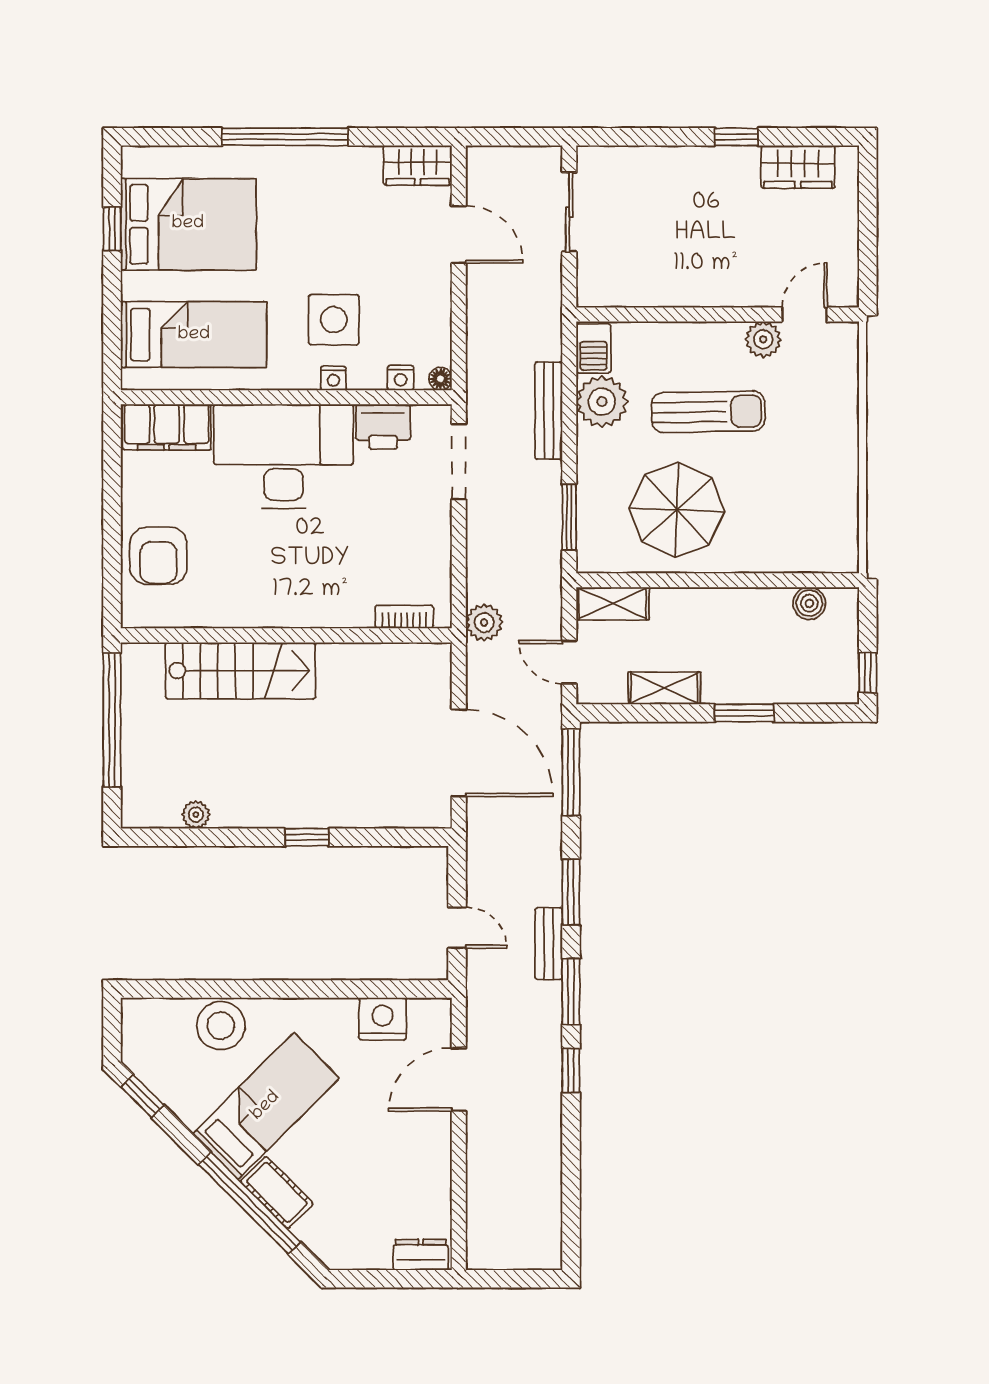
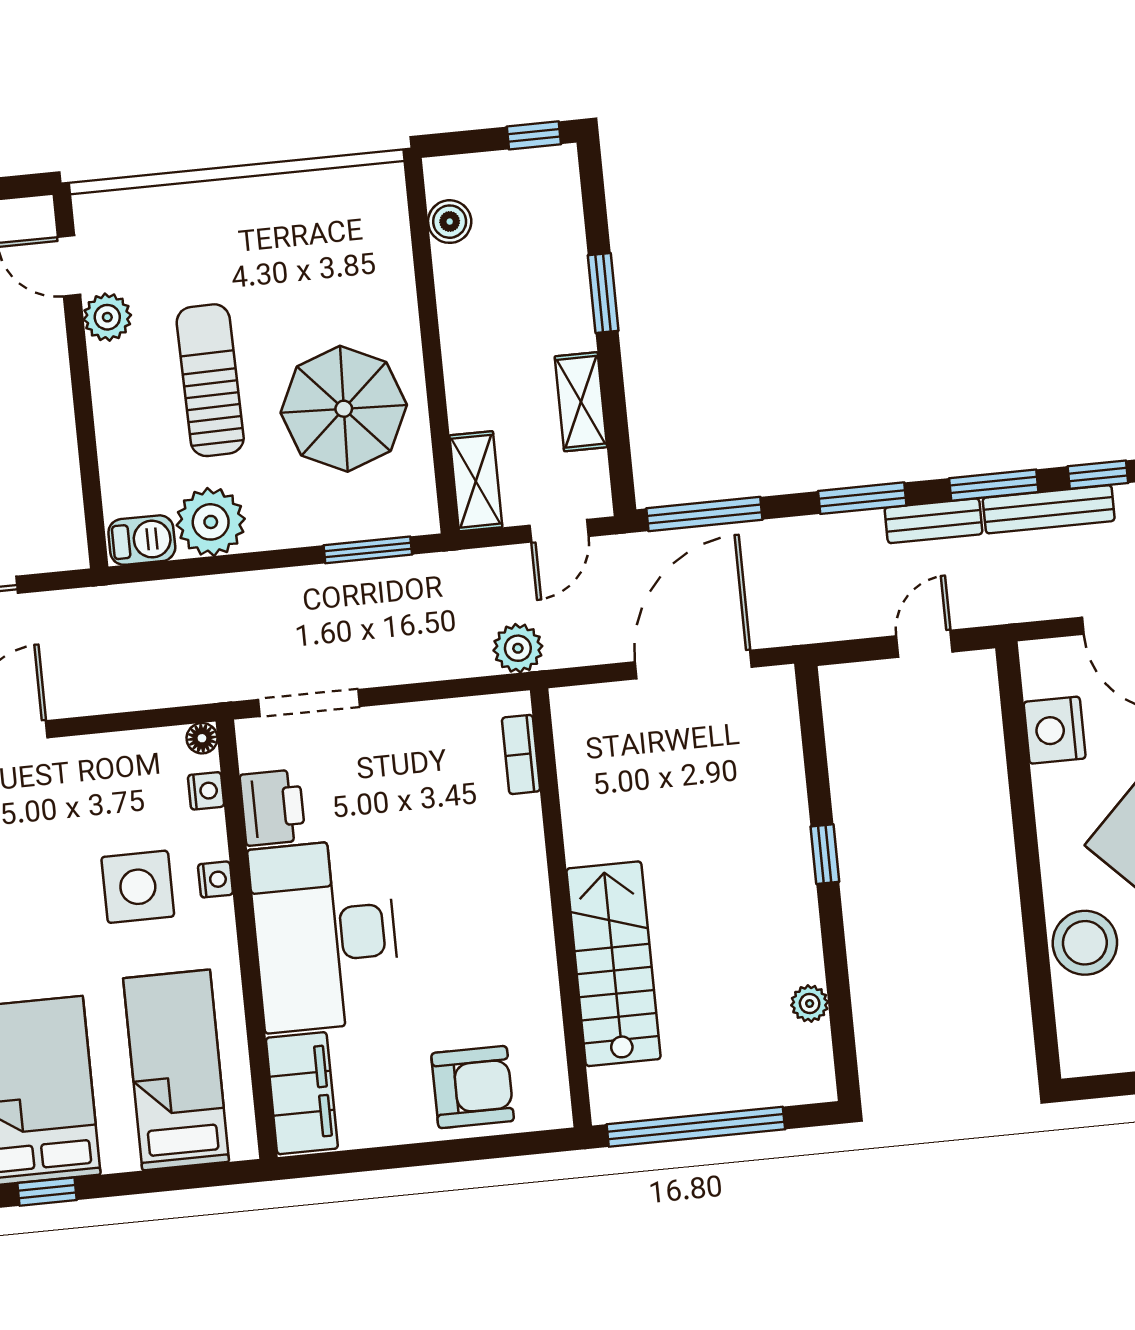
bench: (549, 411) -> (1049, 509), moved

